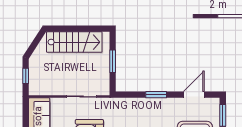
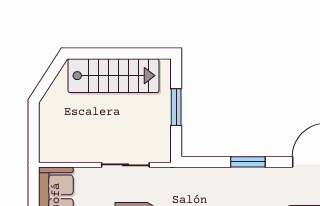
window: (26, 76) -> (34, 131), removed

